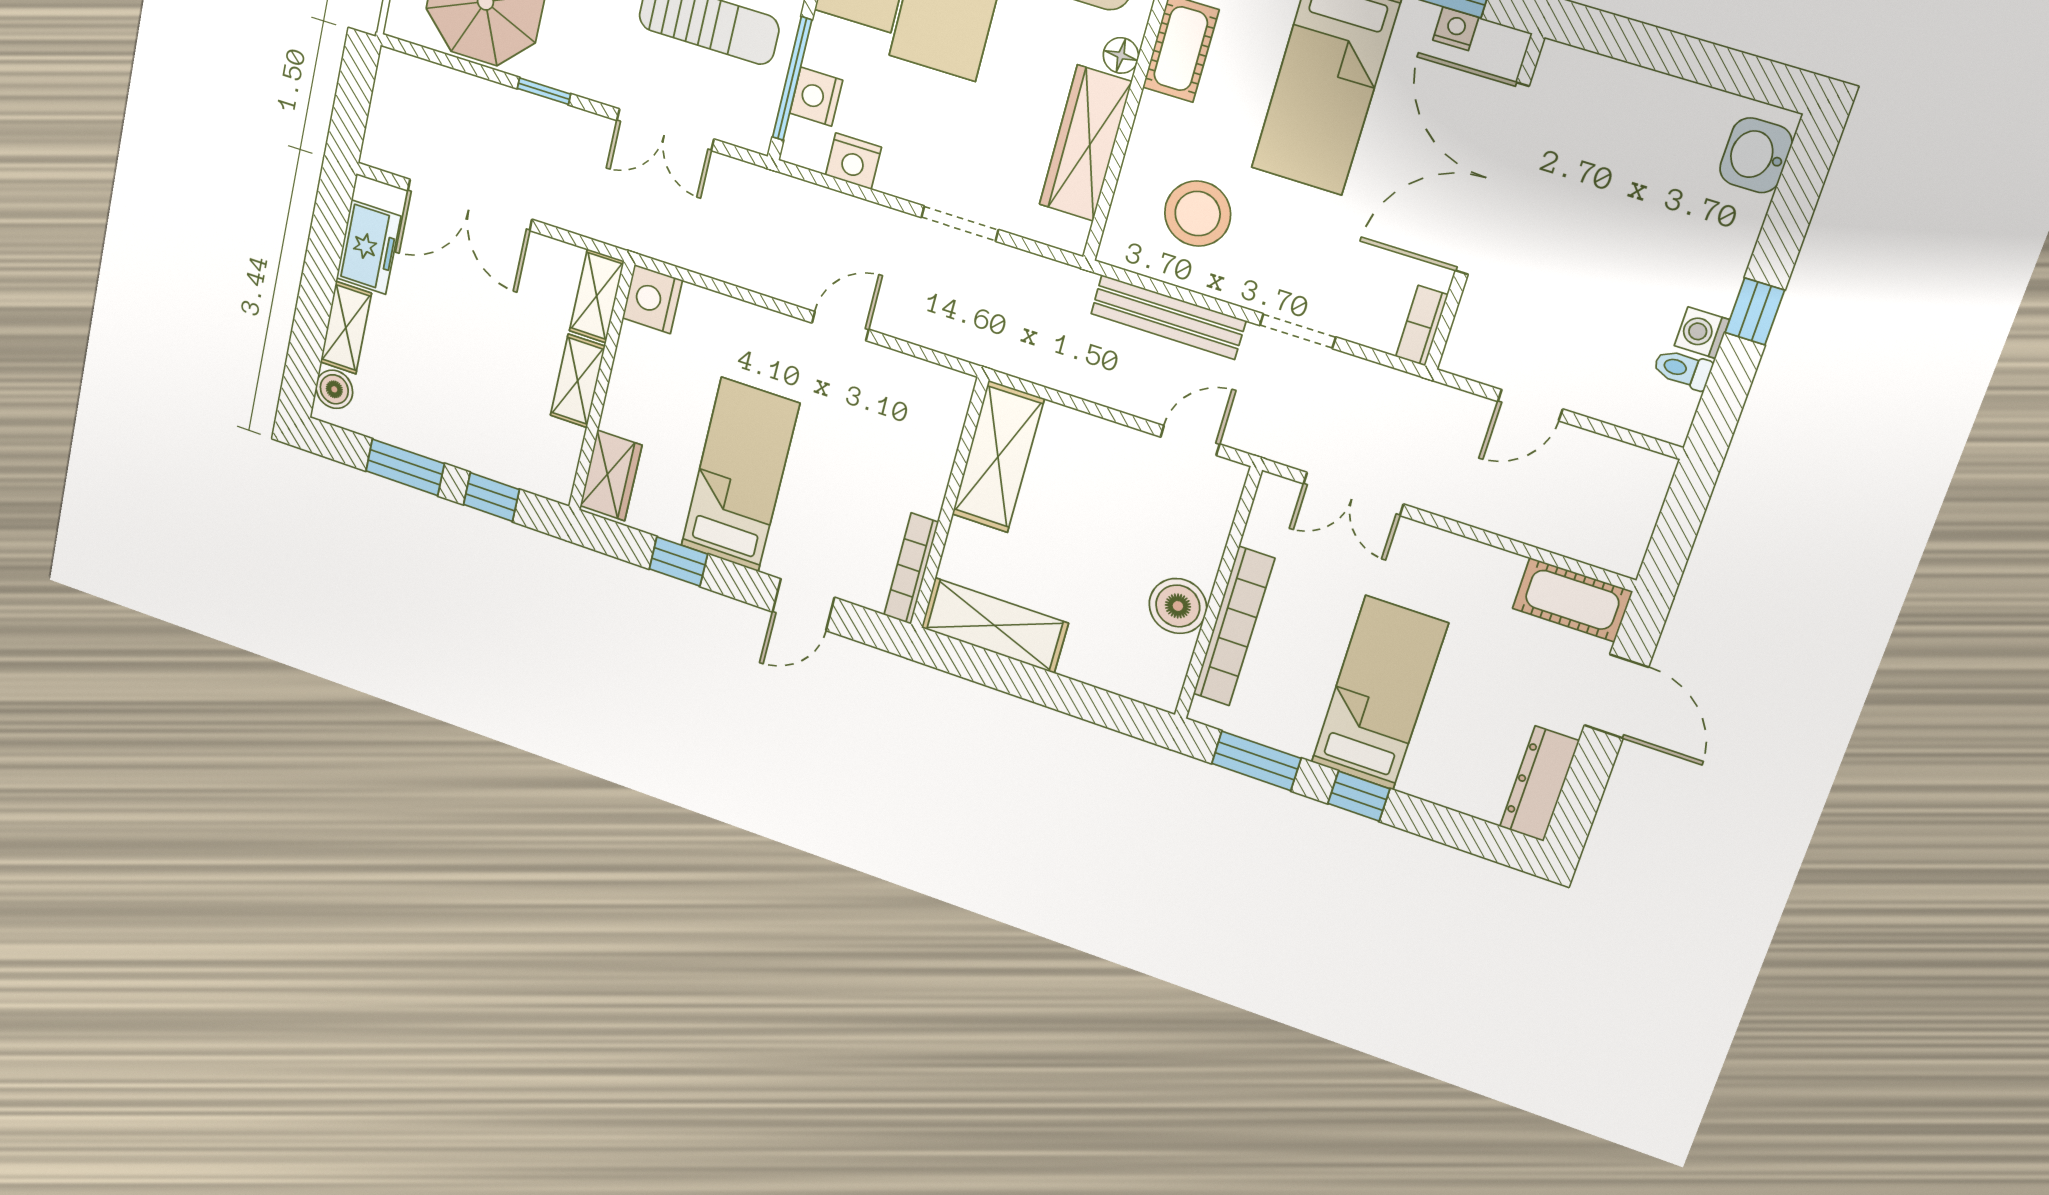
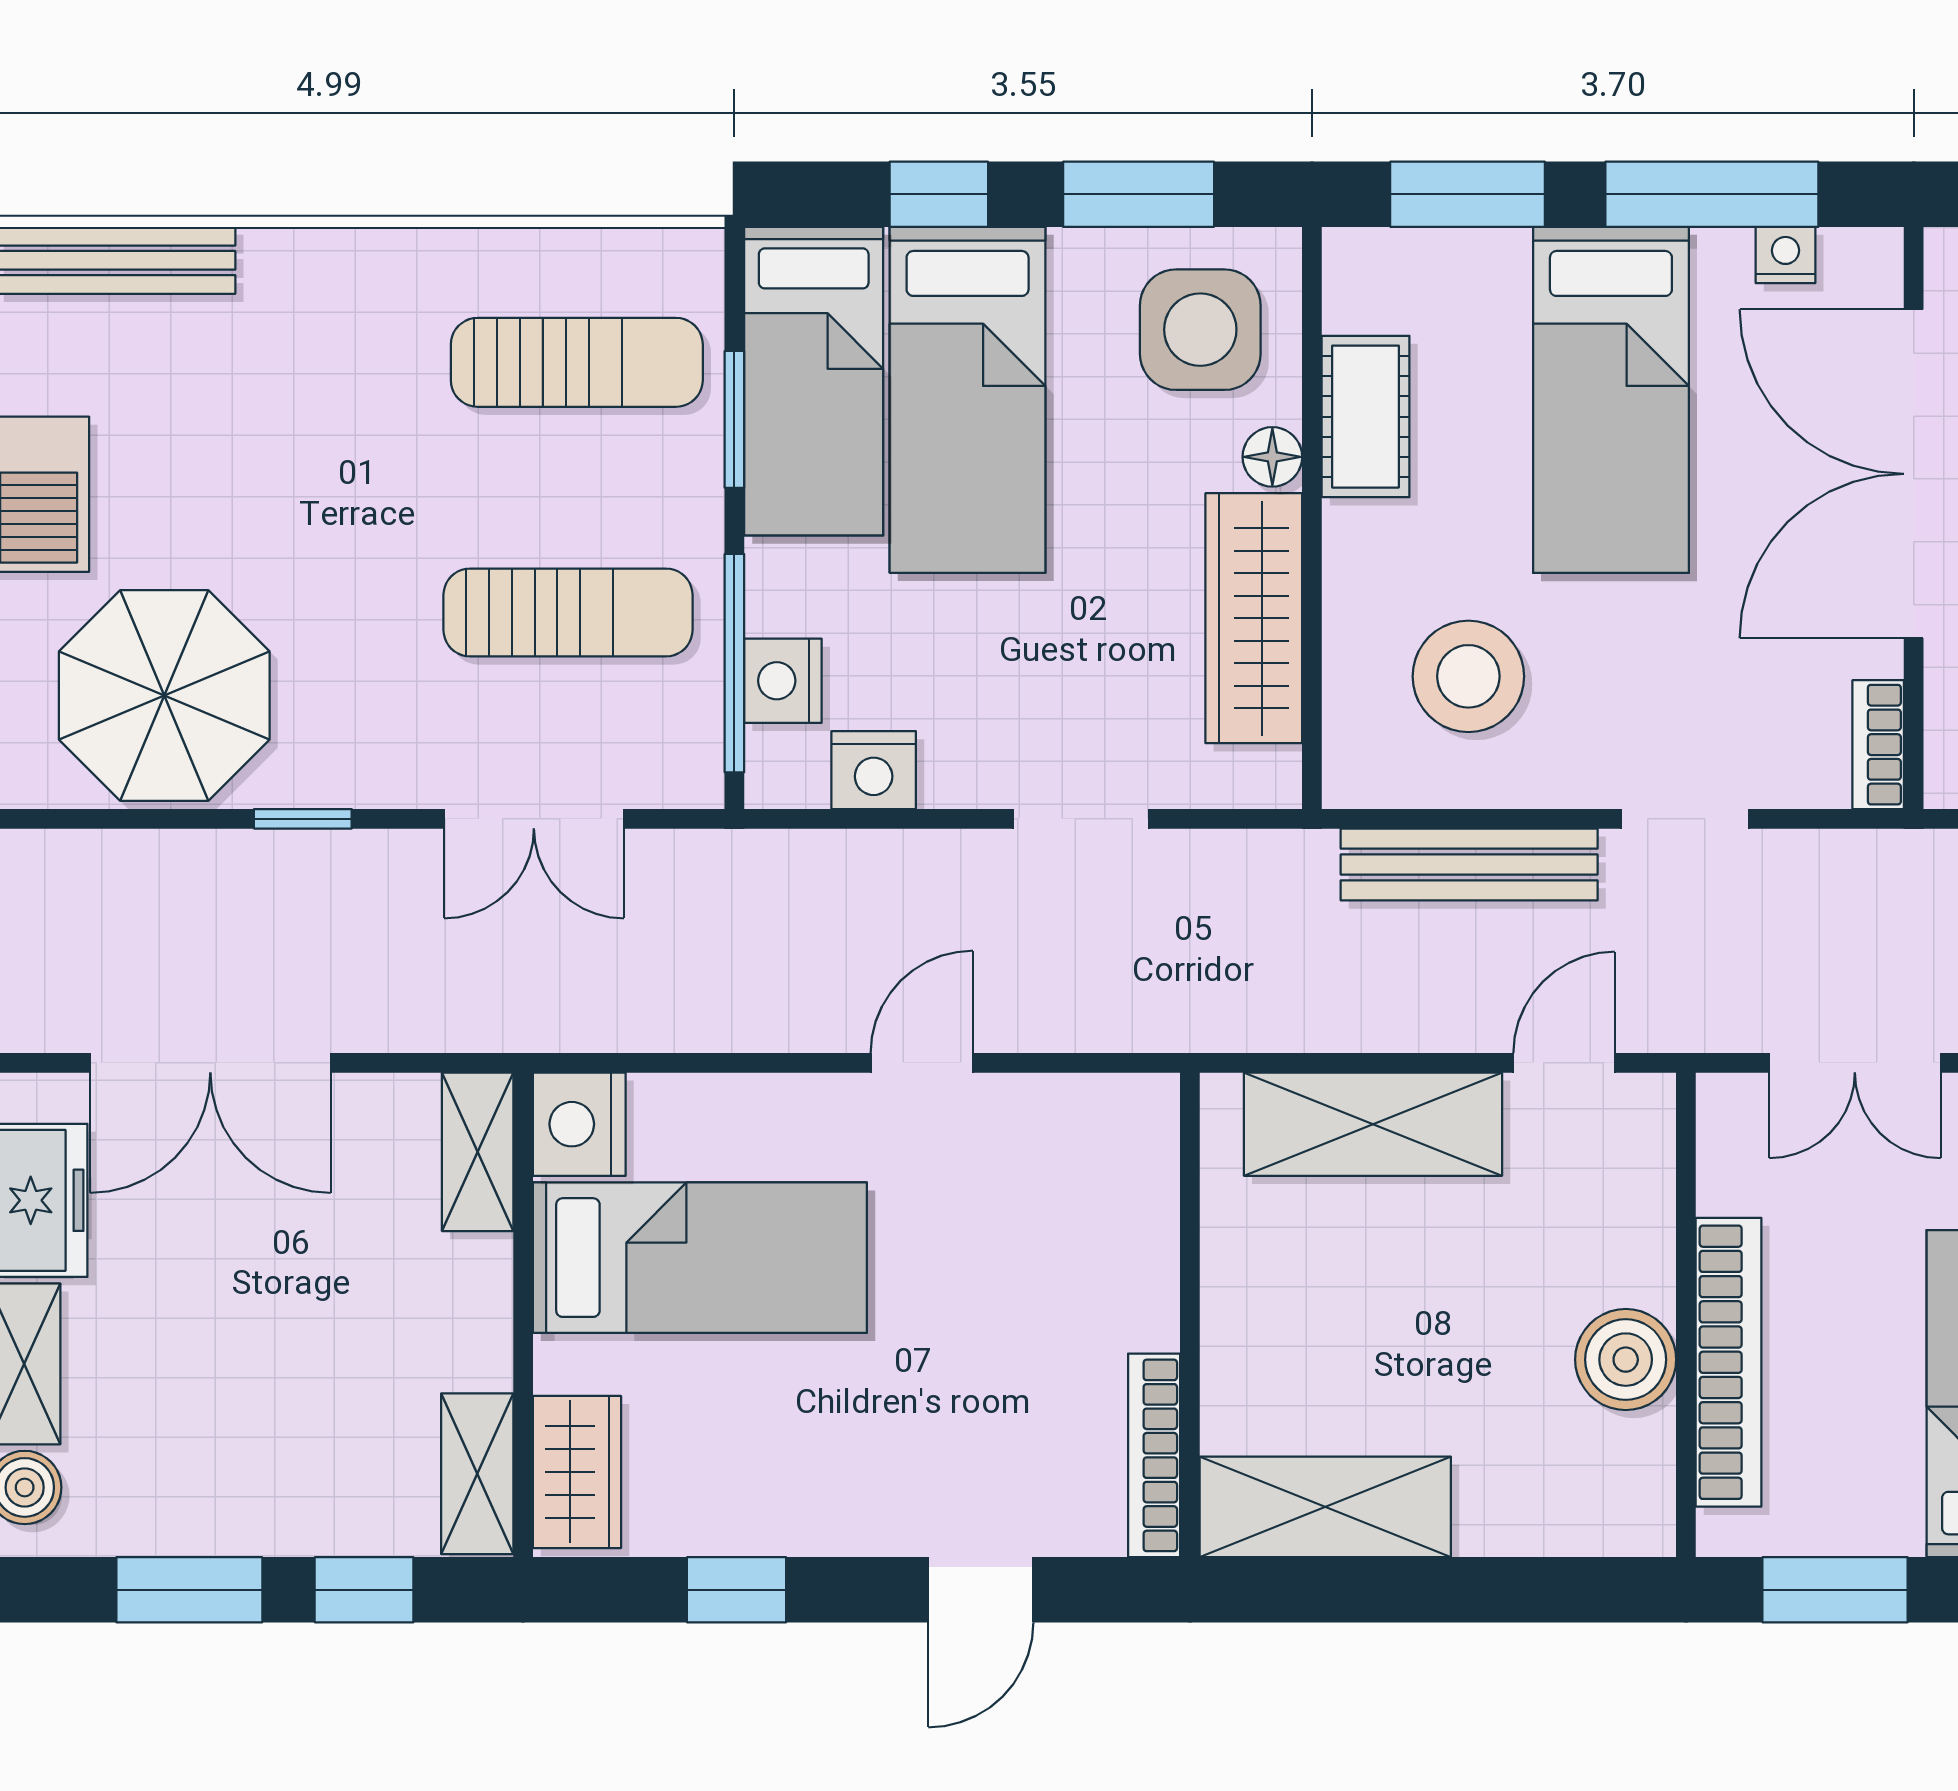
shelving: (578, 381) -> (477, 1474), moved
shelving: (998, 457) -> (1373, 1124), moved, turned 90
bed: (740, 475) -> (700, 1258), moved, turned 90

